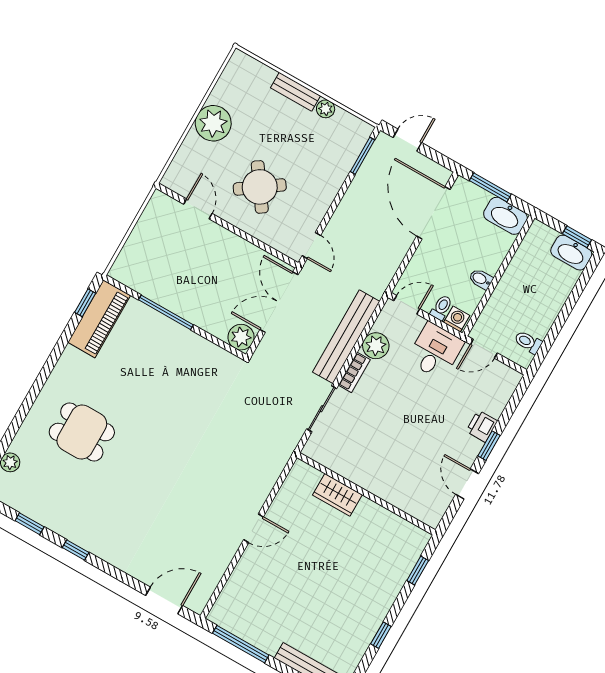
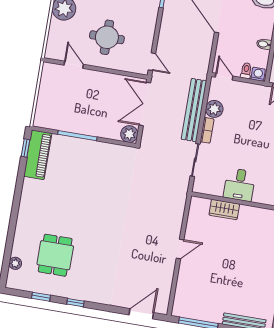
round table: (260, 187) -> (107, 37), turned 35
door: (407, 305) -> (224, 77), hinge flipped
desk: (435, 351) -> (240, 185), moved, turned 180
dining table: (82, 432) -> (55, 255), moved, turned 90

